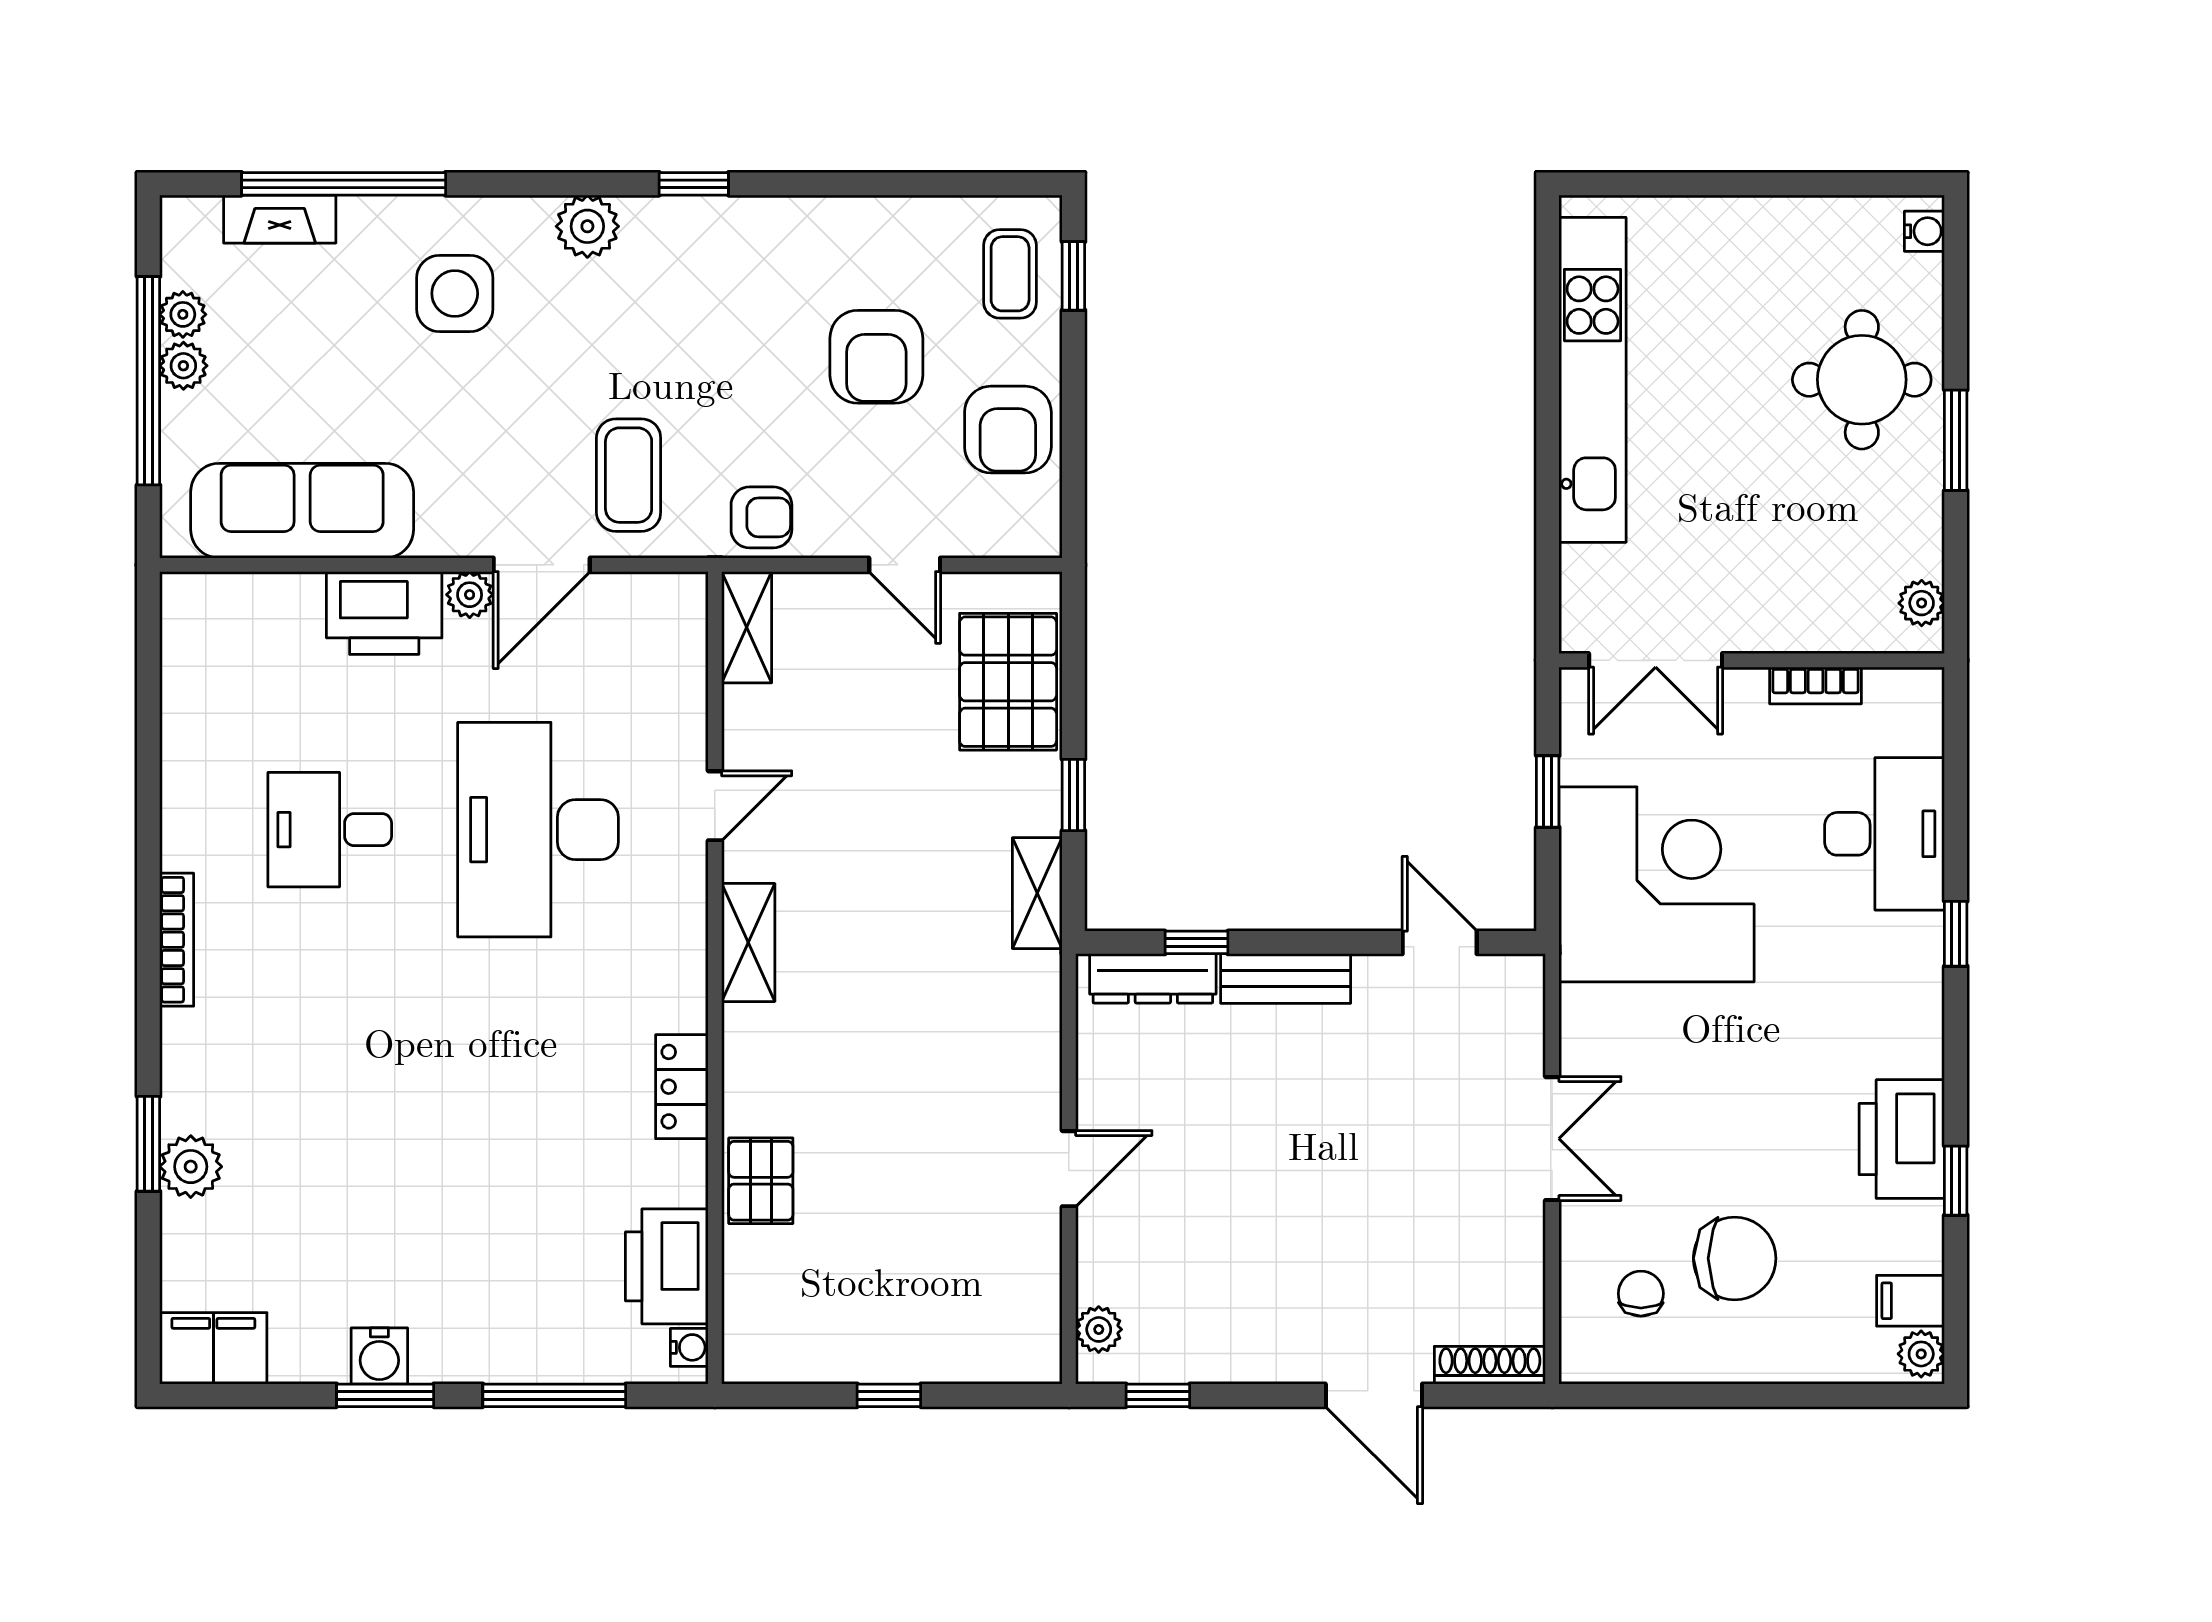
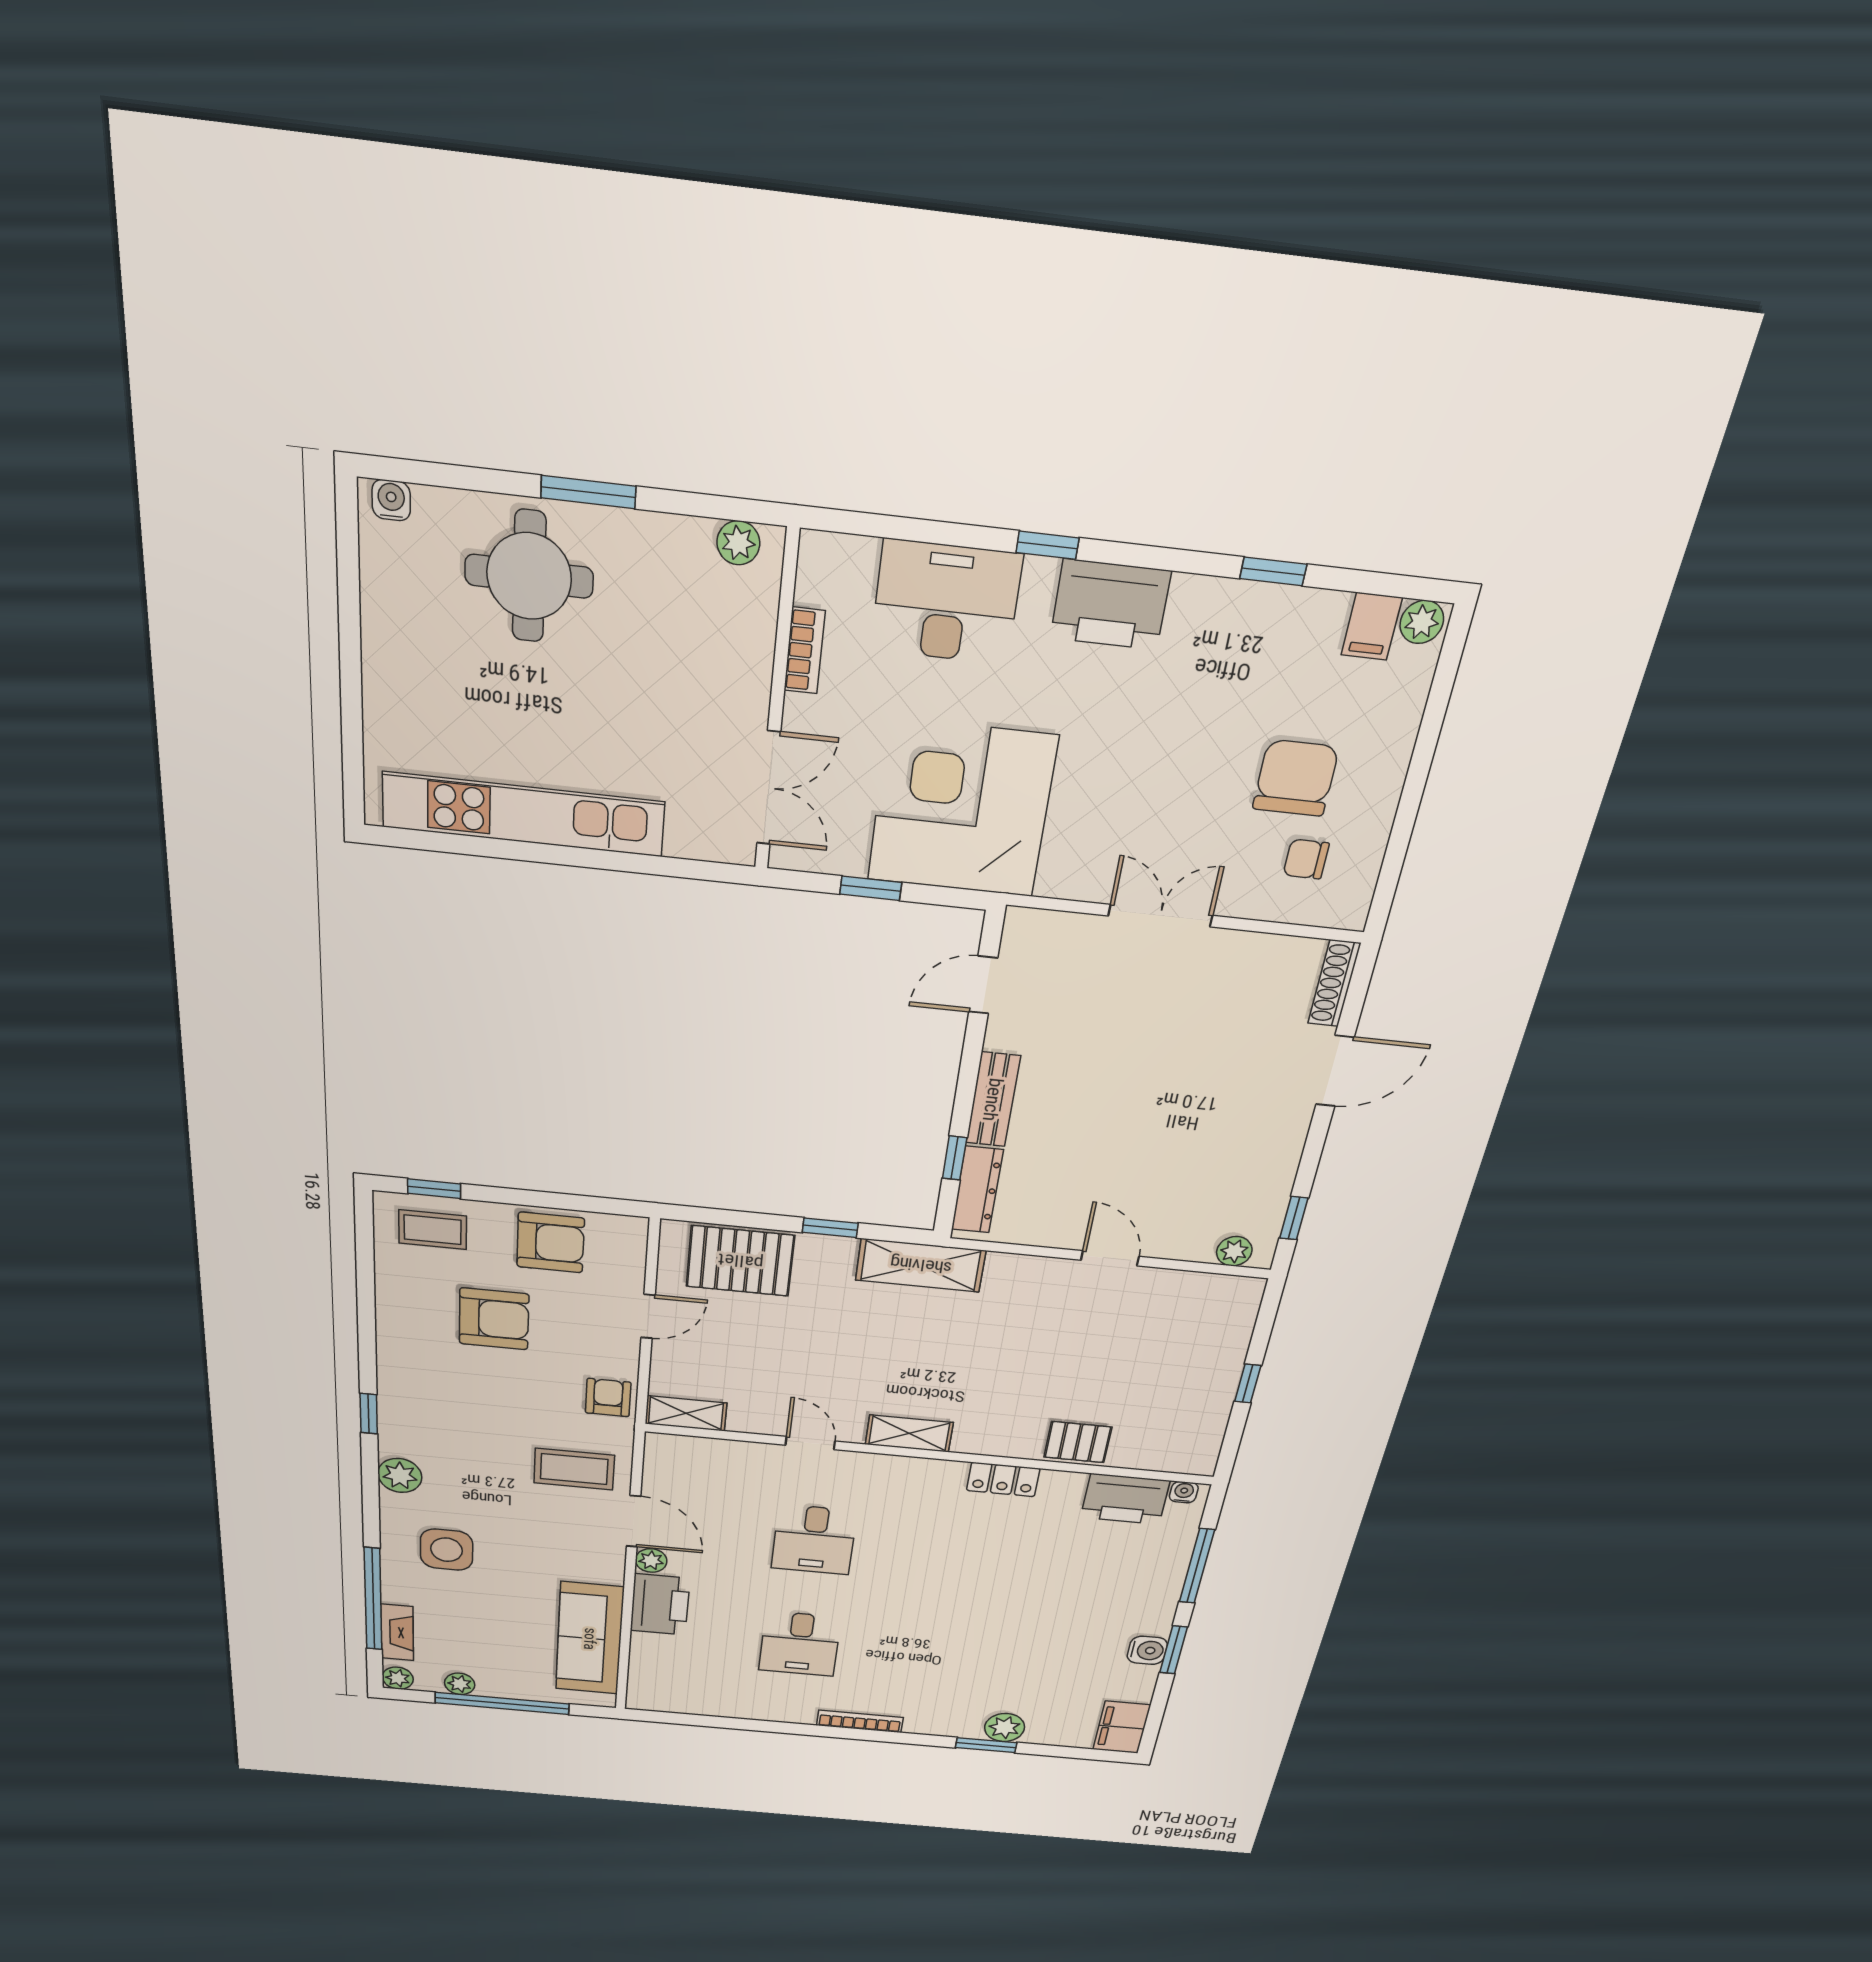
plant: (183, 366) -> (398, 1678), moved
desk: (538, 830) -> (814, 1540), width x0.53, depth x0.77
shelving: (1037, 893) -> (921, 1265), width x1.50, depth x1.33
printer: (1902, 1139) -> (1110, 605), moved

